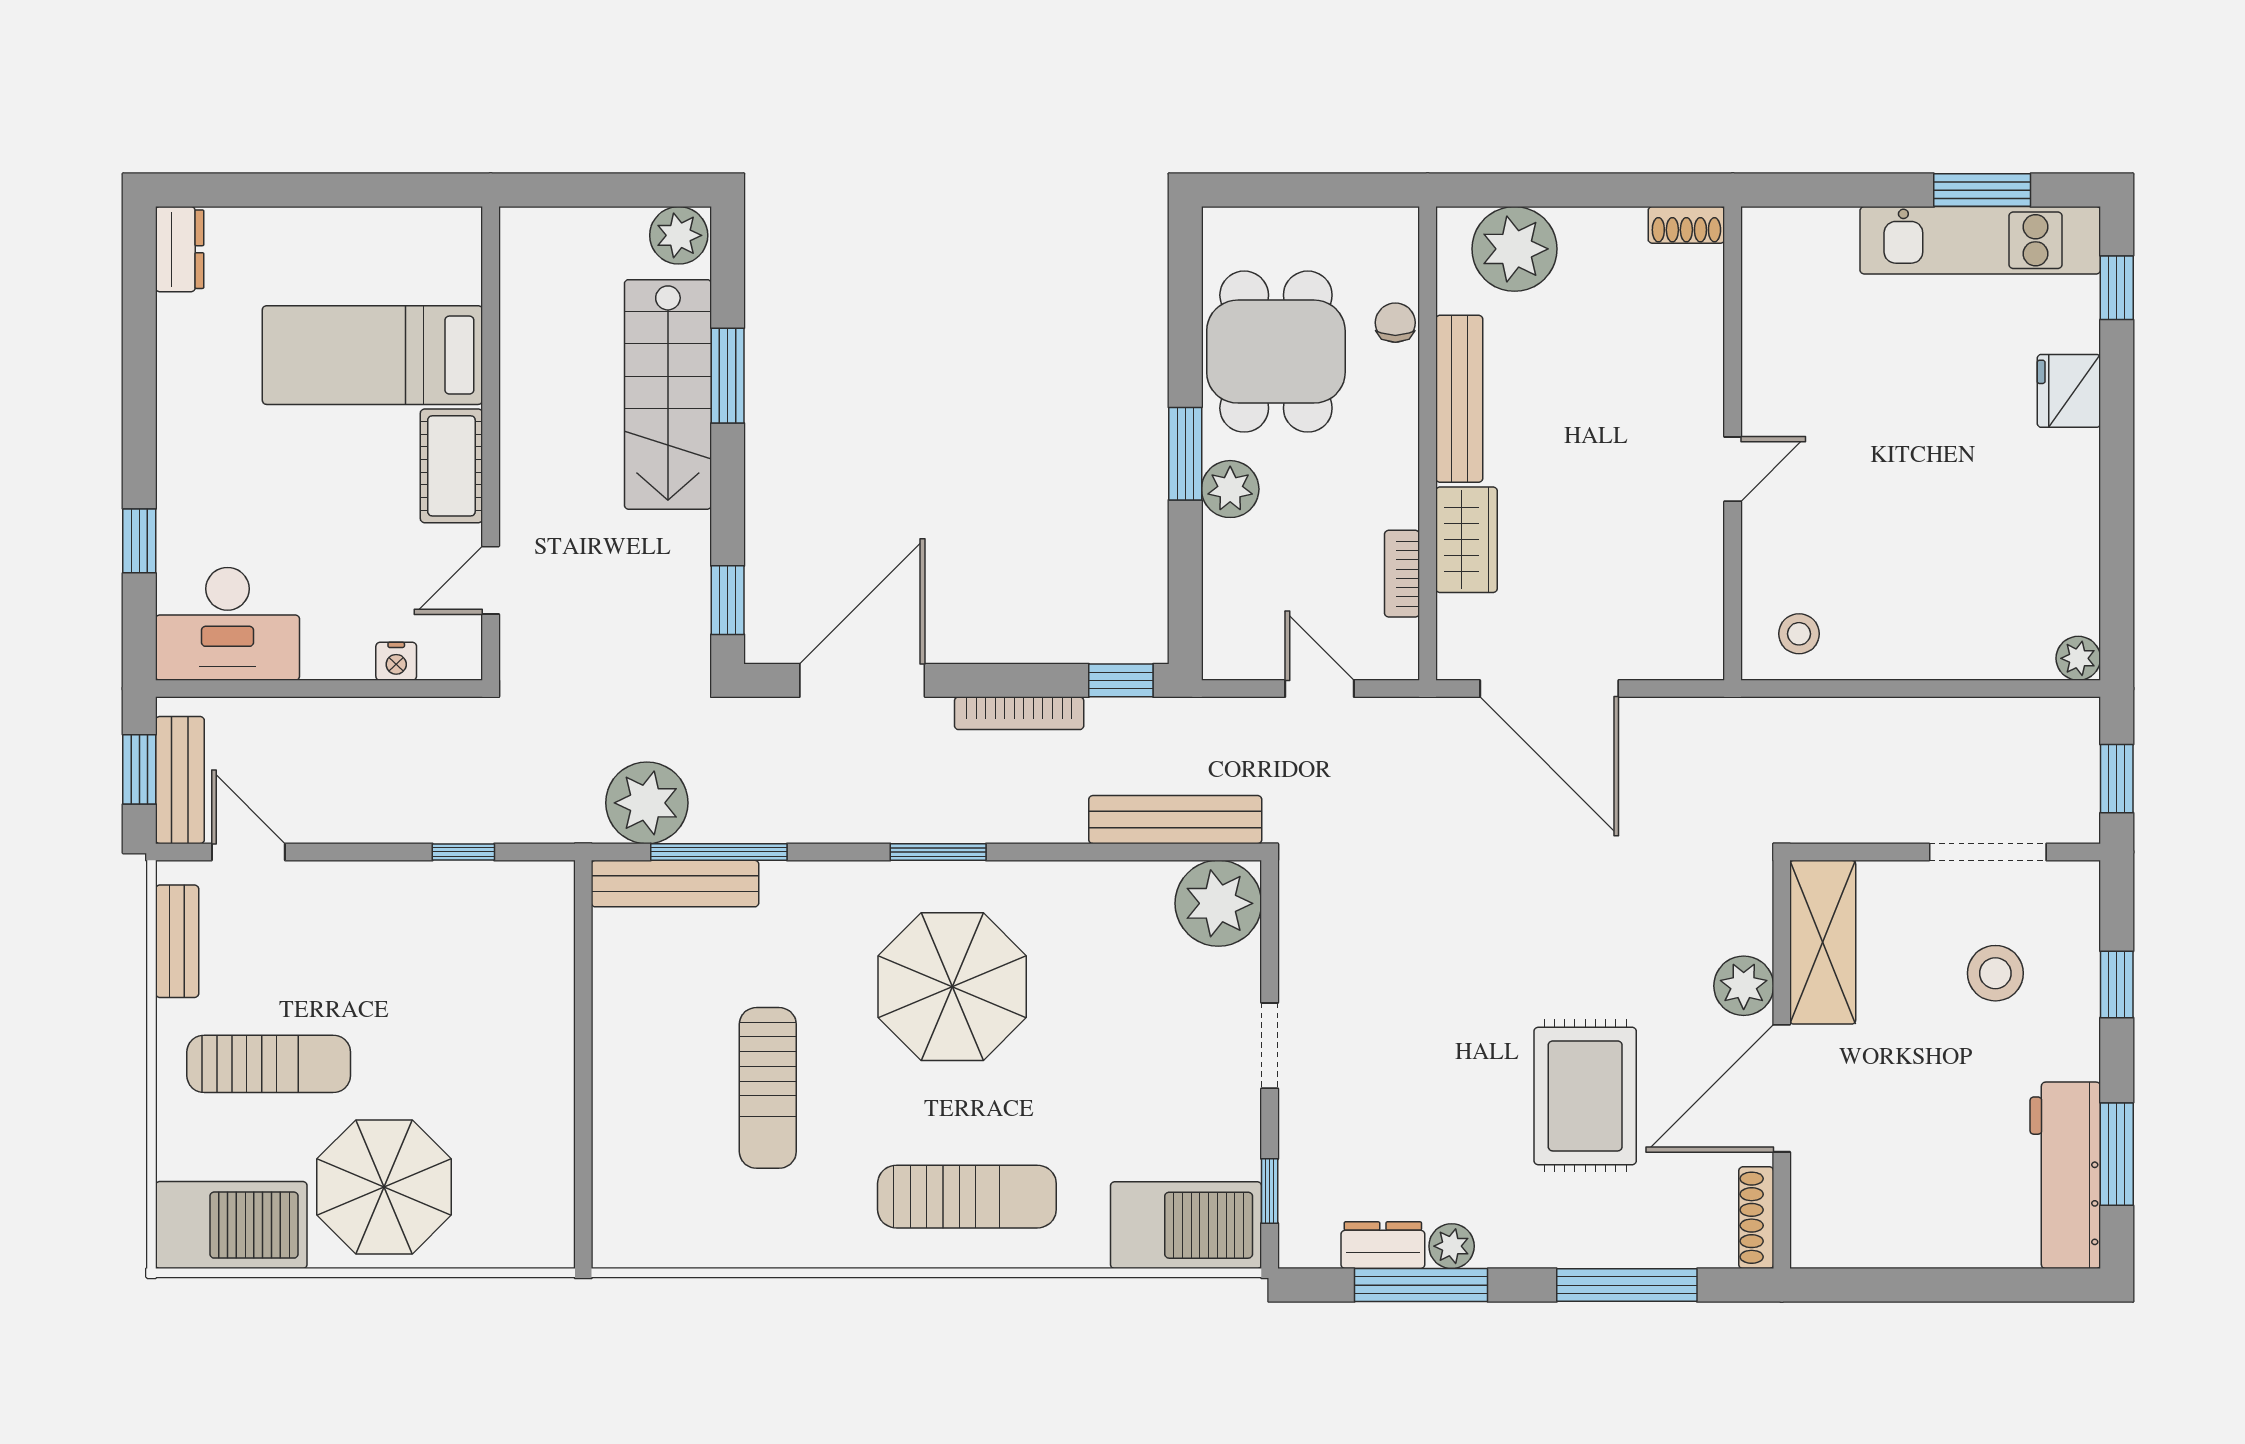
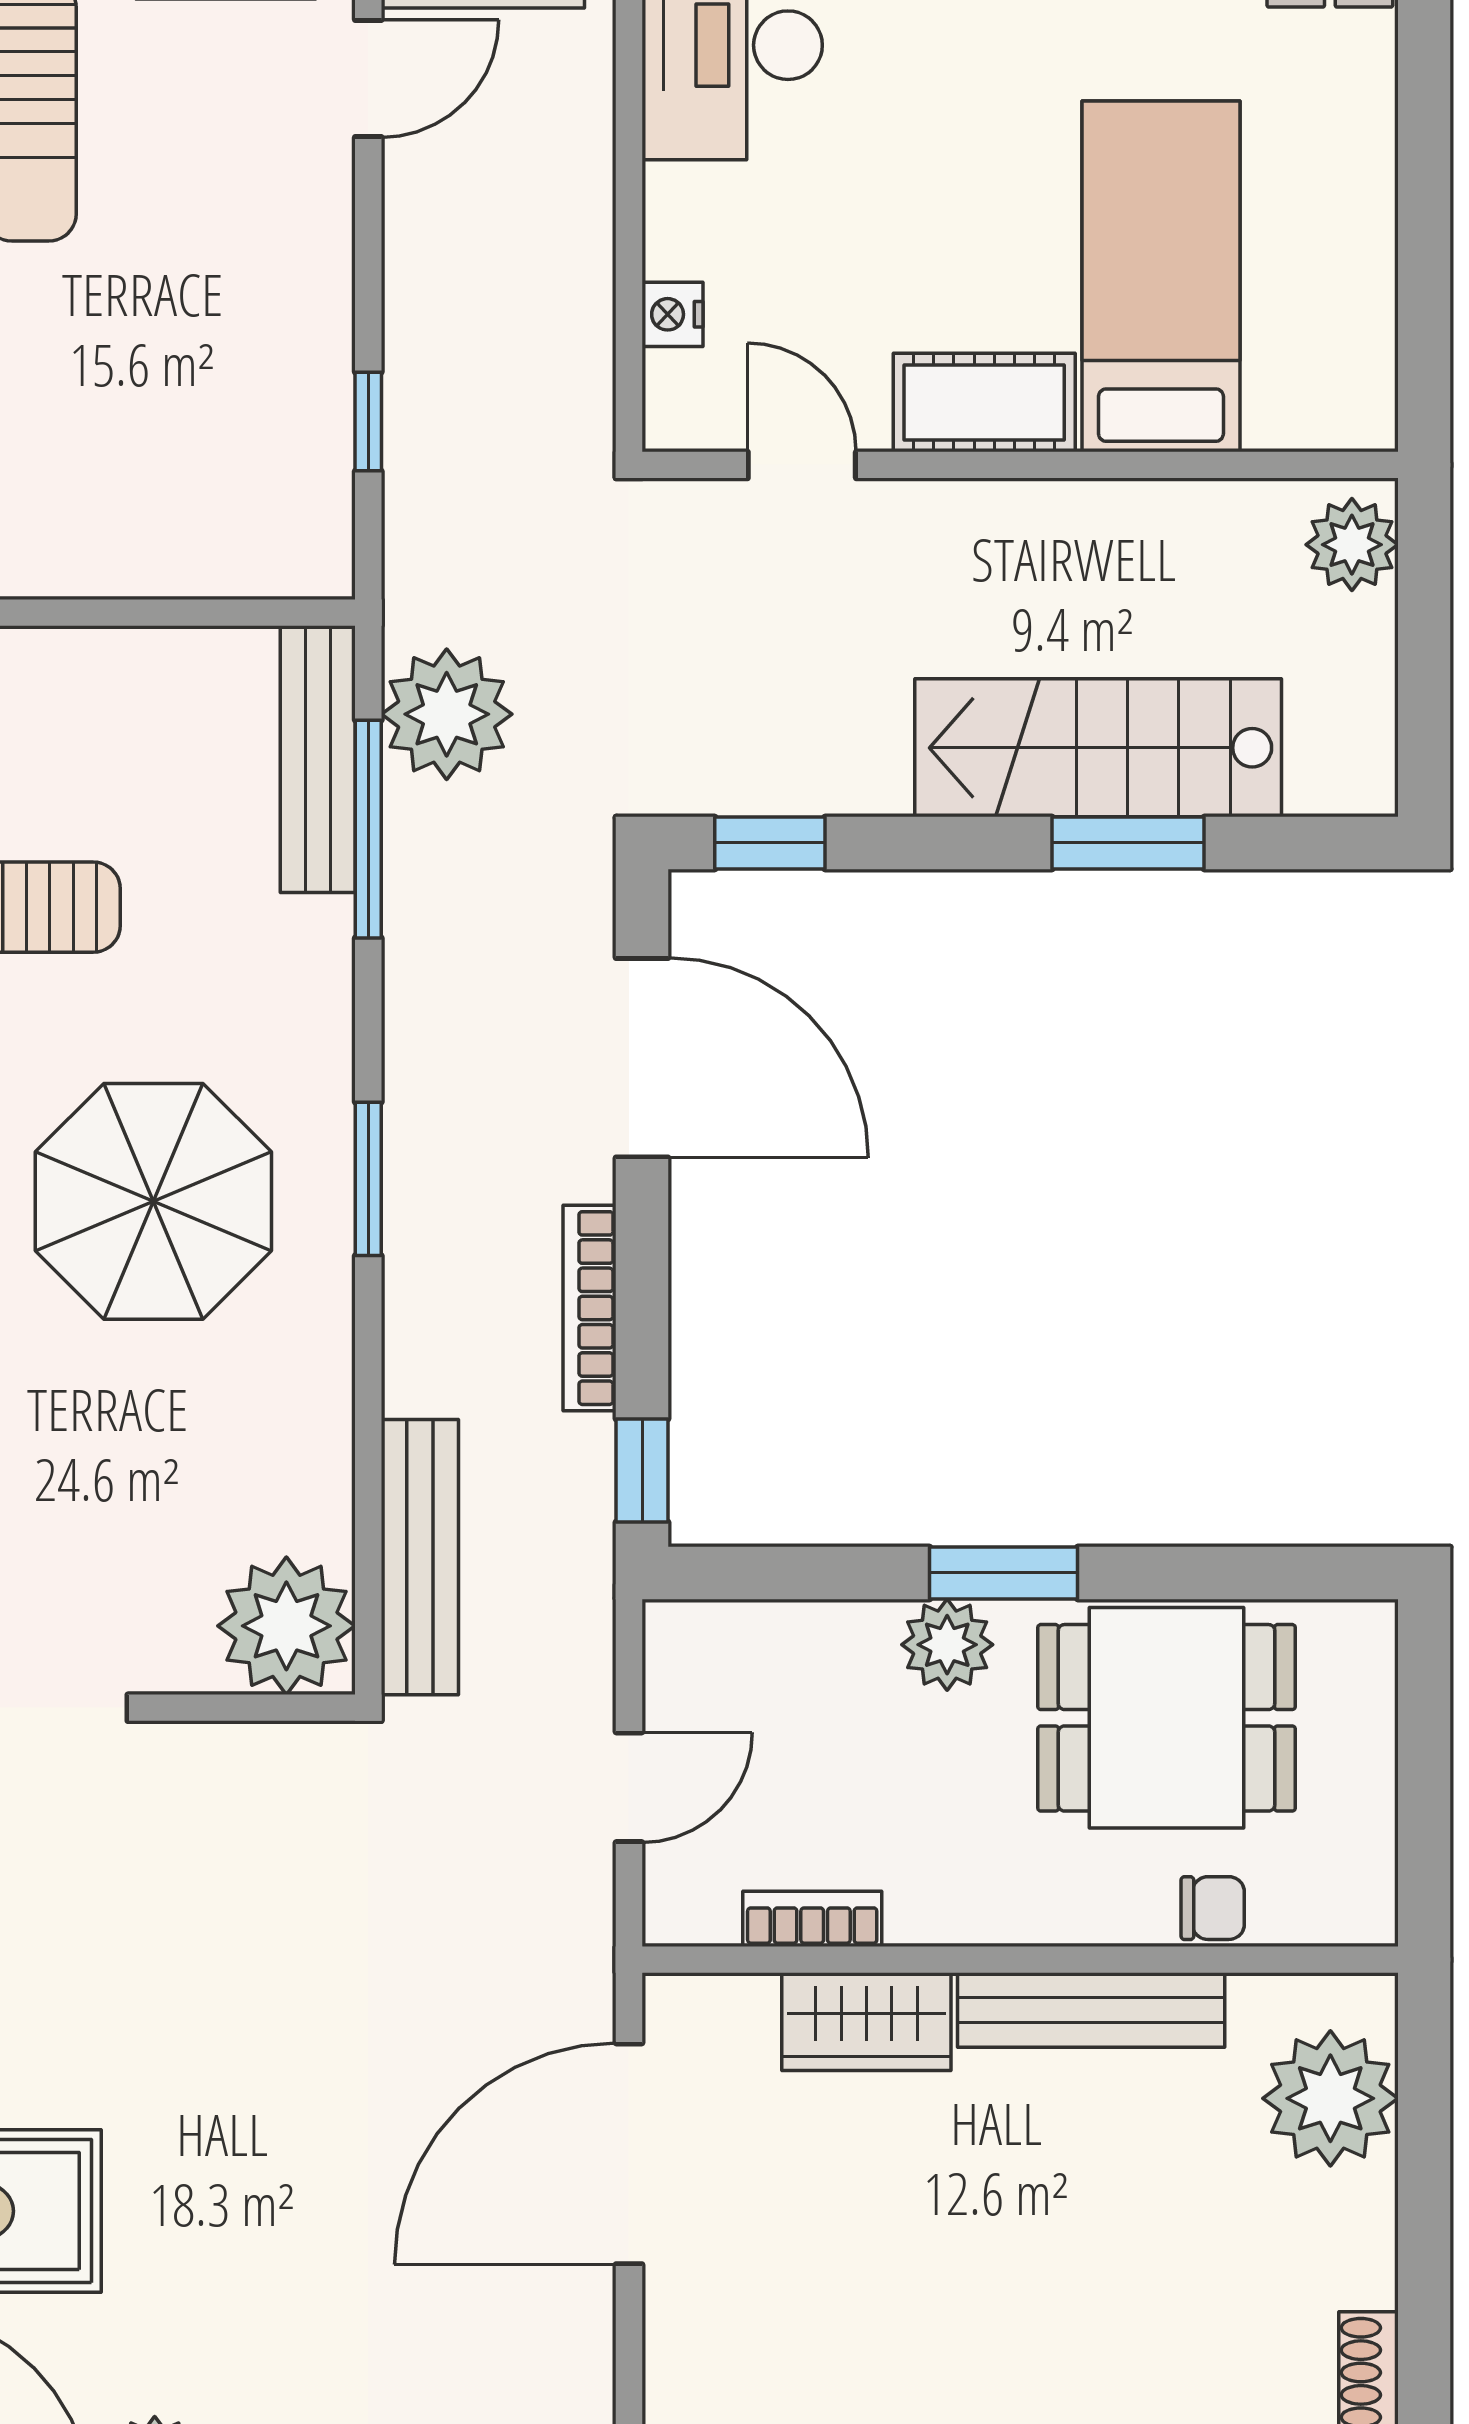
plant: (679, 235) -> (1352, 545), moved

